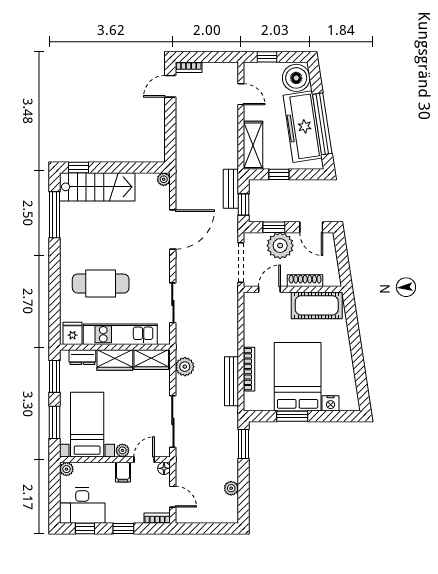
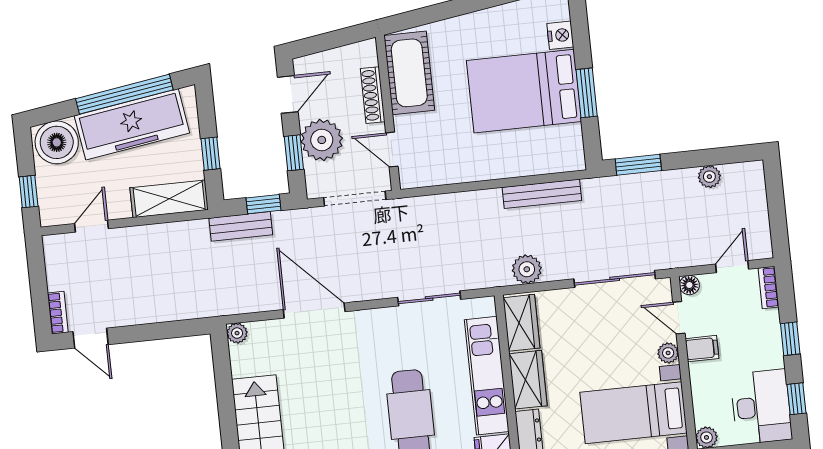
bookcase: (249, 369) -> (520, 168), removed

